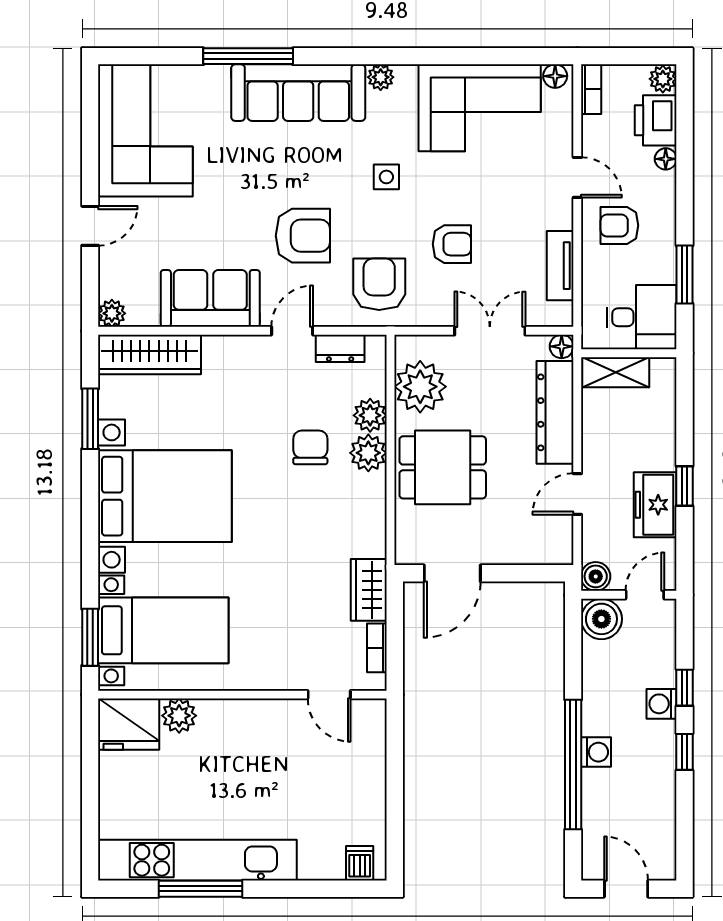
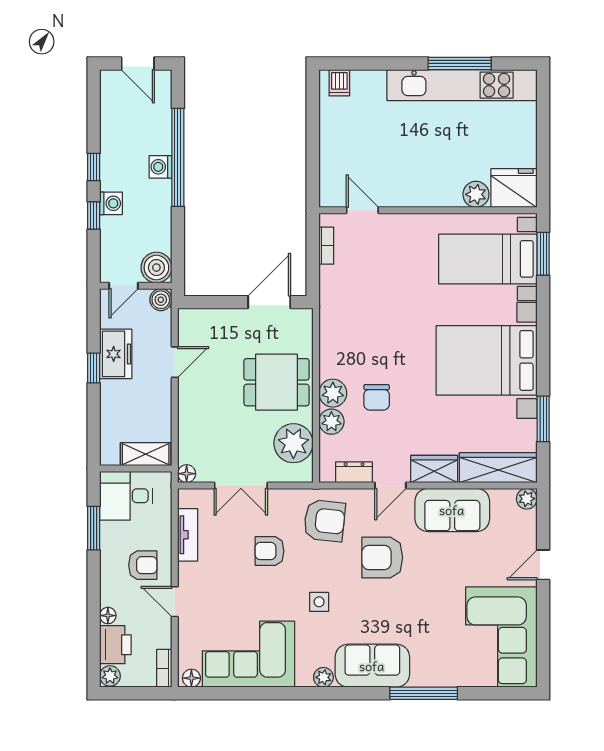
sofa: (298, 93) -> (372, 666), width x0.73
armchair: (379, 284) -> (324, 521), turned -84
dresser: (555, 412) -> (192, 424), removed
wardrobe: (369, 590) -> (434, 469), moved, turned -90

